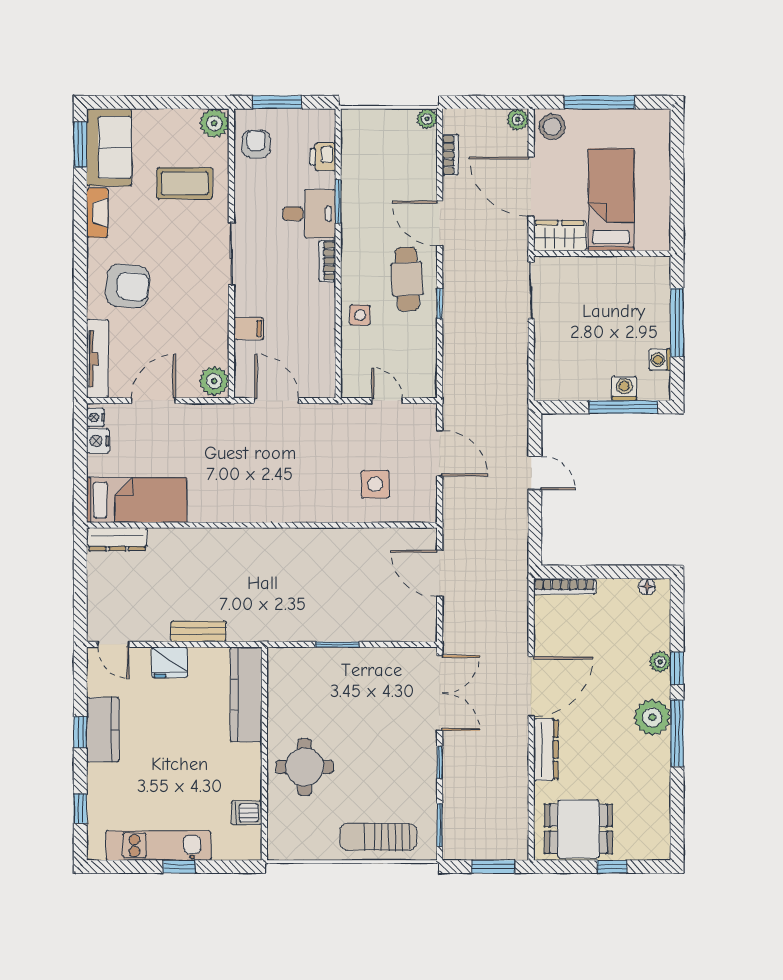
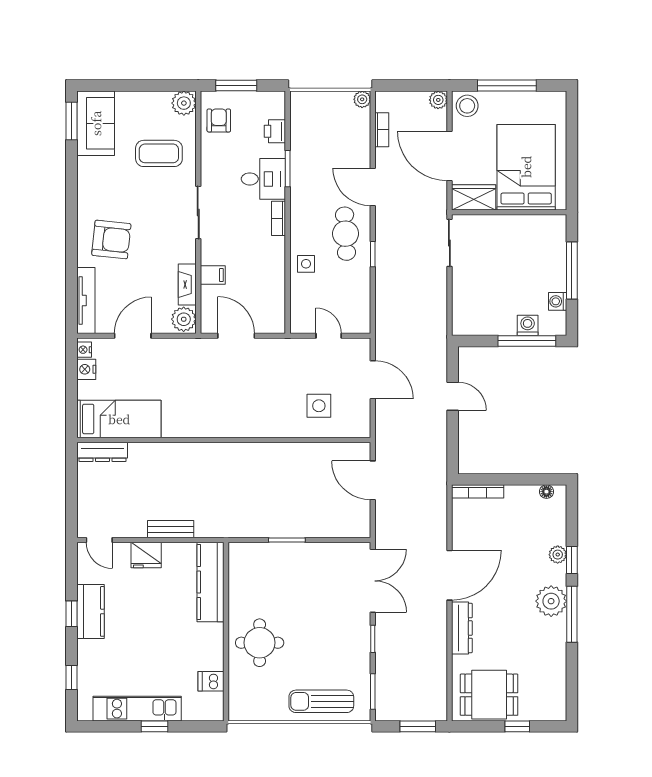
bed: (611, 200) -> (526, 167), width x1.50
fireplace: (97, 213) -> (187, 285), moved, turned 180

